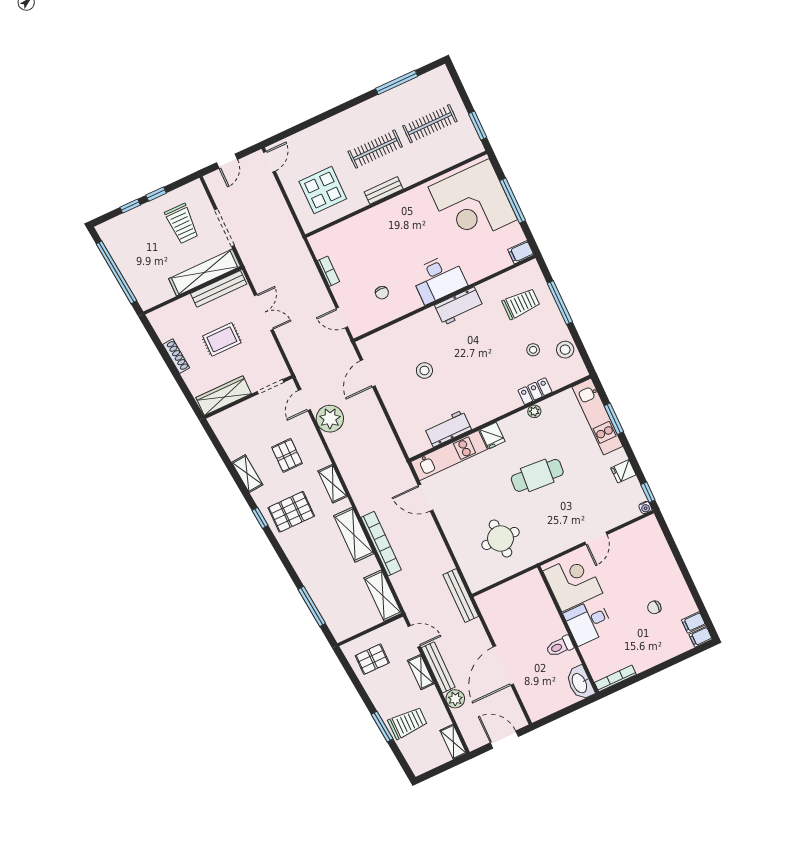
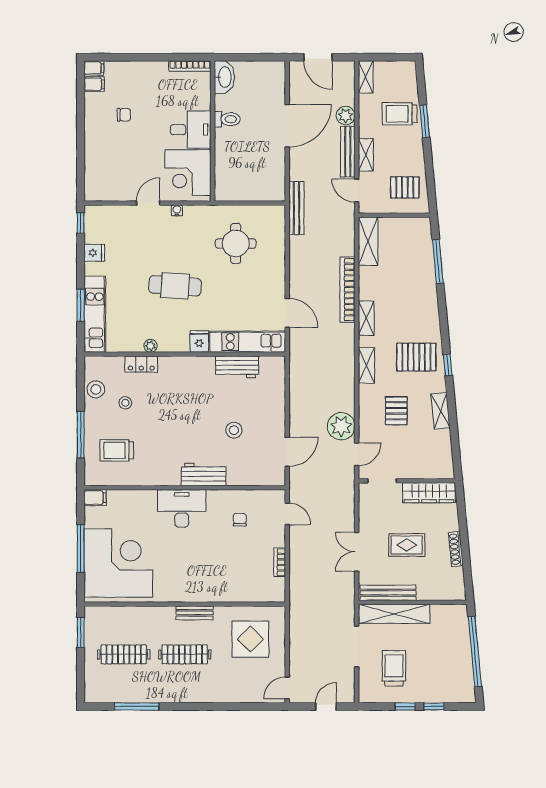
workbench: (459, 306) -> (204, 475), moved
water cooler: (645, 507) -> (177, 210), moved
shelving: (354, 535) -> (366, 318), width x0.67, depth x0.75

